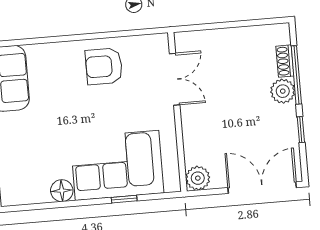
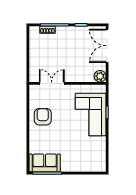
armchair: (104, 66) -> (43, 117), turned 180
plant: (283, 91) -> (62, 32), removed
floor lamp: (62, 191) -> (101, 142), removed

